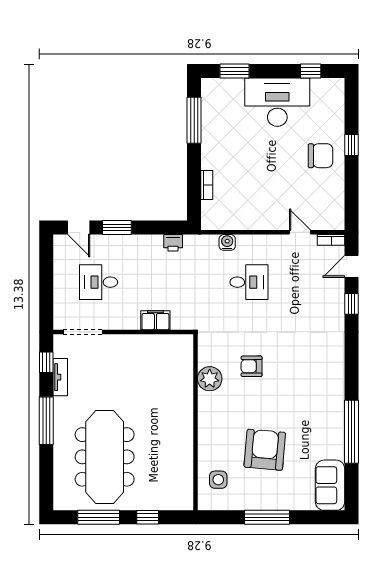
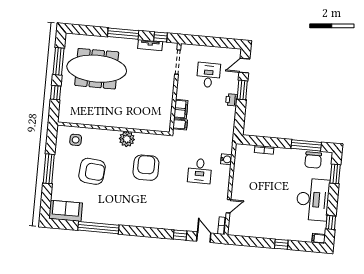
filing cabinet: (337, 88) -> (319, 238), added
chair: (321, 156) -> (313, 160), moved
printer: (173, 243) -> (232, 100), moved
filing cabinet: (179, 319) -> (180, 124), added
armchair: (252, 366) -> (146, 168), width x1.88, depth x1.88
plant: (210, 379) -> (127, 139), moved

